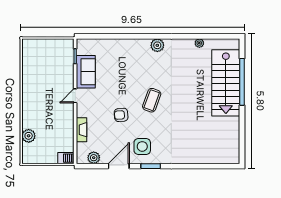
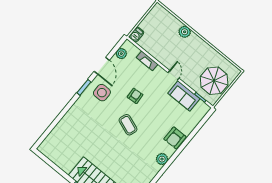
armchair: (129, 49) -> (175, 138), added
parasol: (50, 56) -> (214, 81), added
plant: (29, 136) -> (185, 32), moved

